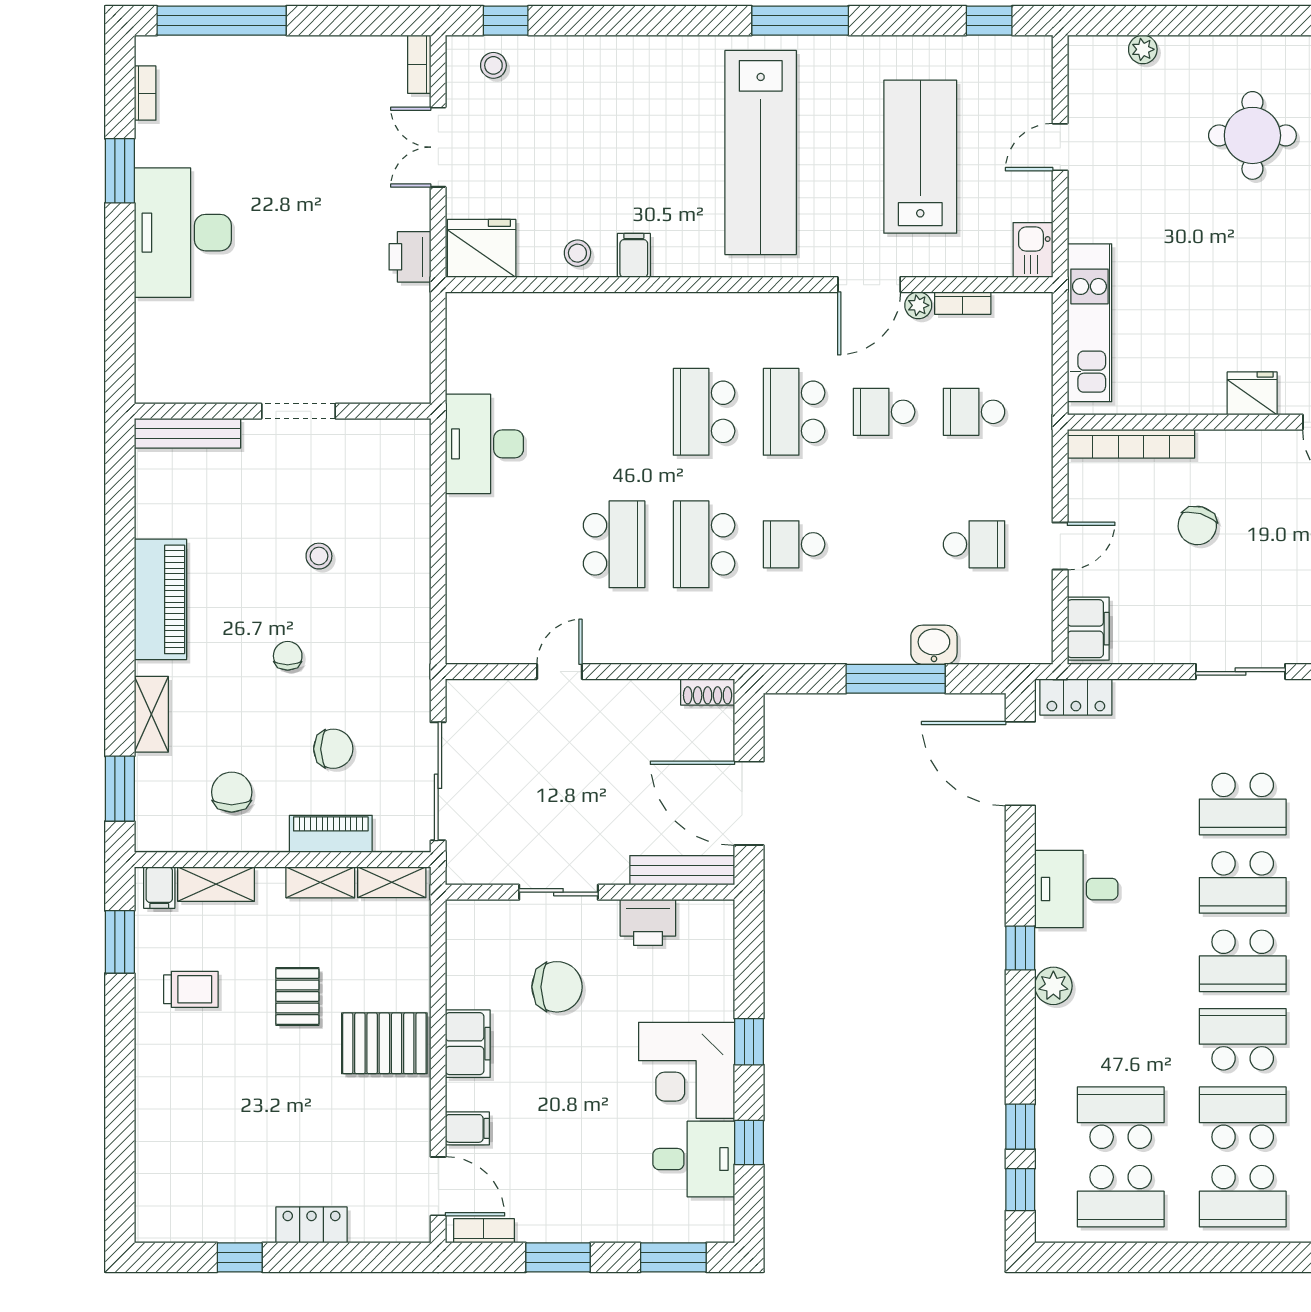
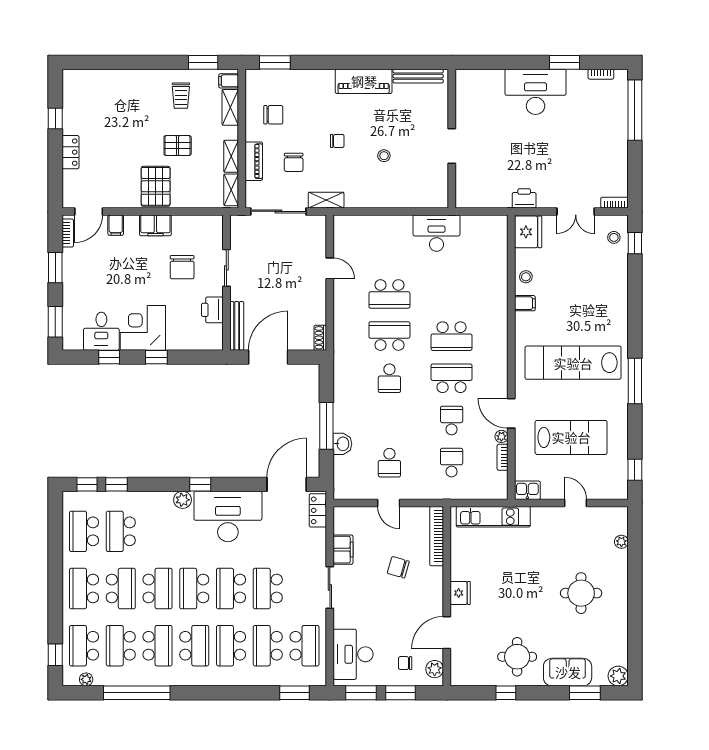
double door: (438, 147) -> (576, 211), swing flipped
school desk: (704, 412) -> (452, 336), turned 180
bench: (187, 433) -> (418, 76), moved, turned 90
school desk: (794, 544) -> (389, 378), turned 180
filing cabinet: (1088, 629) -> (343, 550), moved, turned -90
shelving: (151, 714) -> (326, 200), moved
desk: (1076, 889) -> (228, 516), width x1.87, depth x1.30
school desk: (1121, 1118) -> (121, 531), turned 180

